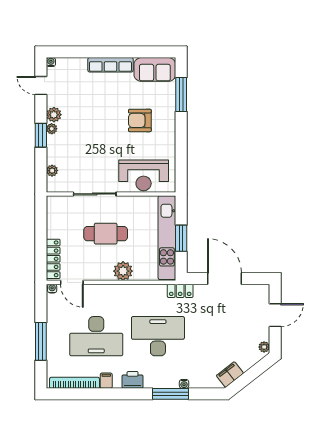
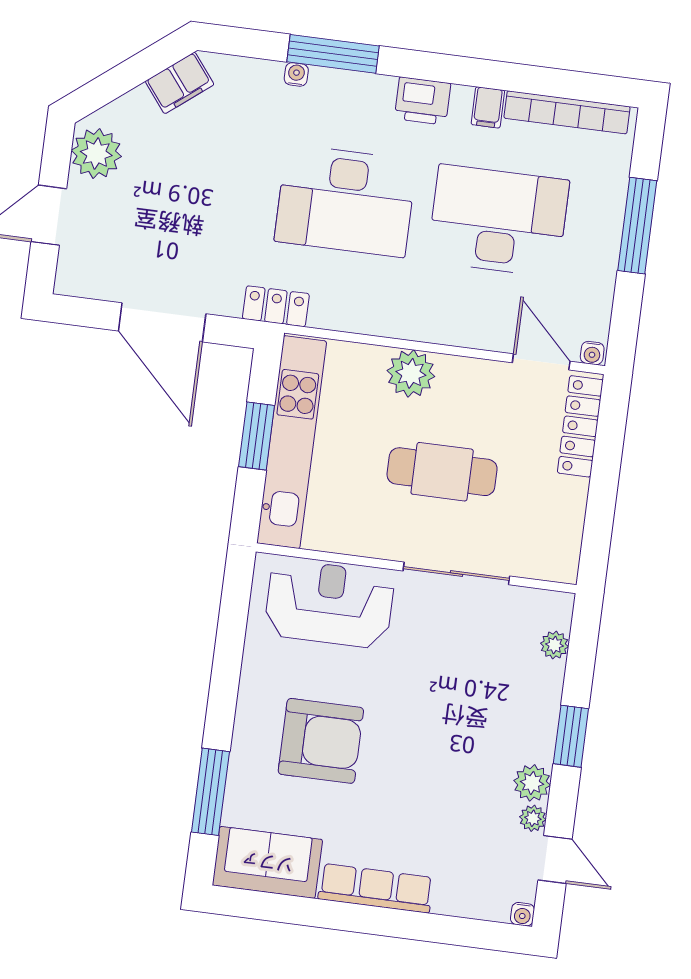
armchair: (140, 120) -> (321, 741), width x1.36, depth x1.36
plant: (52, 129) -> (533, 818), moved
plant: (264, 347) -> (96, 153), width x1.87, depth x1.87

